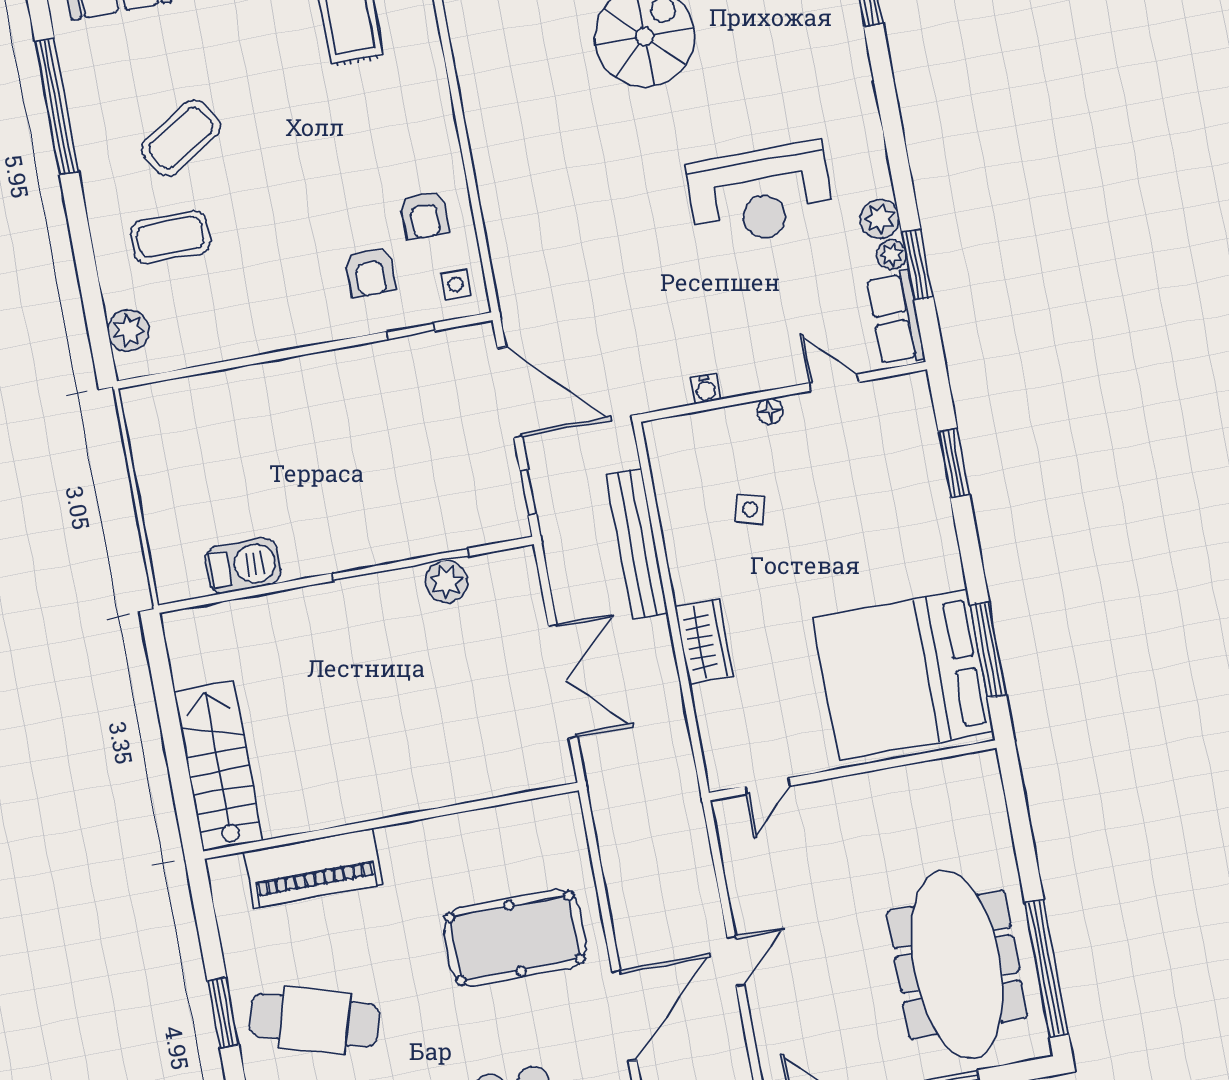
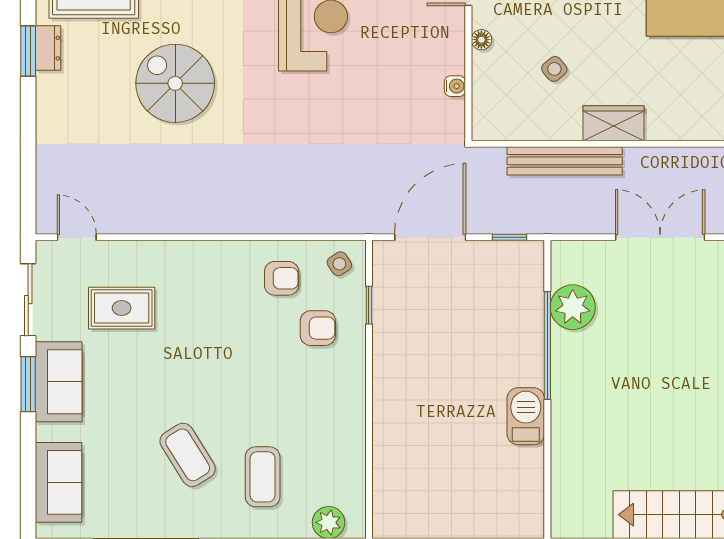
side table: (456, 285) -> (339, 264), turned -33
side table: (750, 510) -> (554, 69), turned 37
barbecue: (243, 566) -> (526, 416), moved
plant: (446, 581) -> (573, 307), width x1.36, depth x1.36
wardrobe: (704, 642) -> (614, 123), moved

